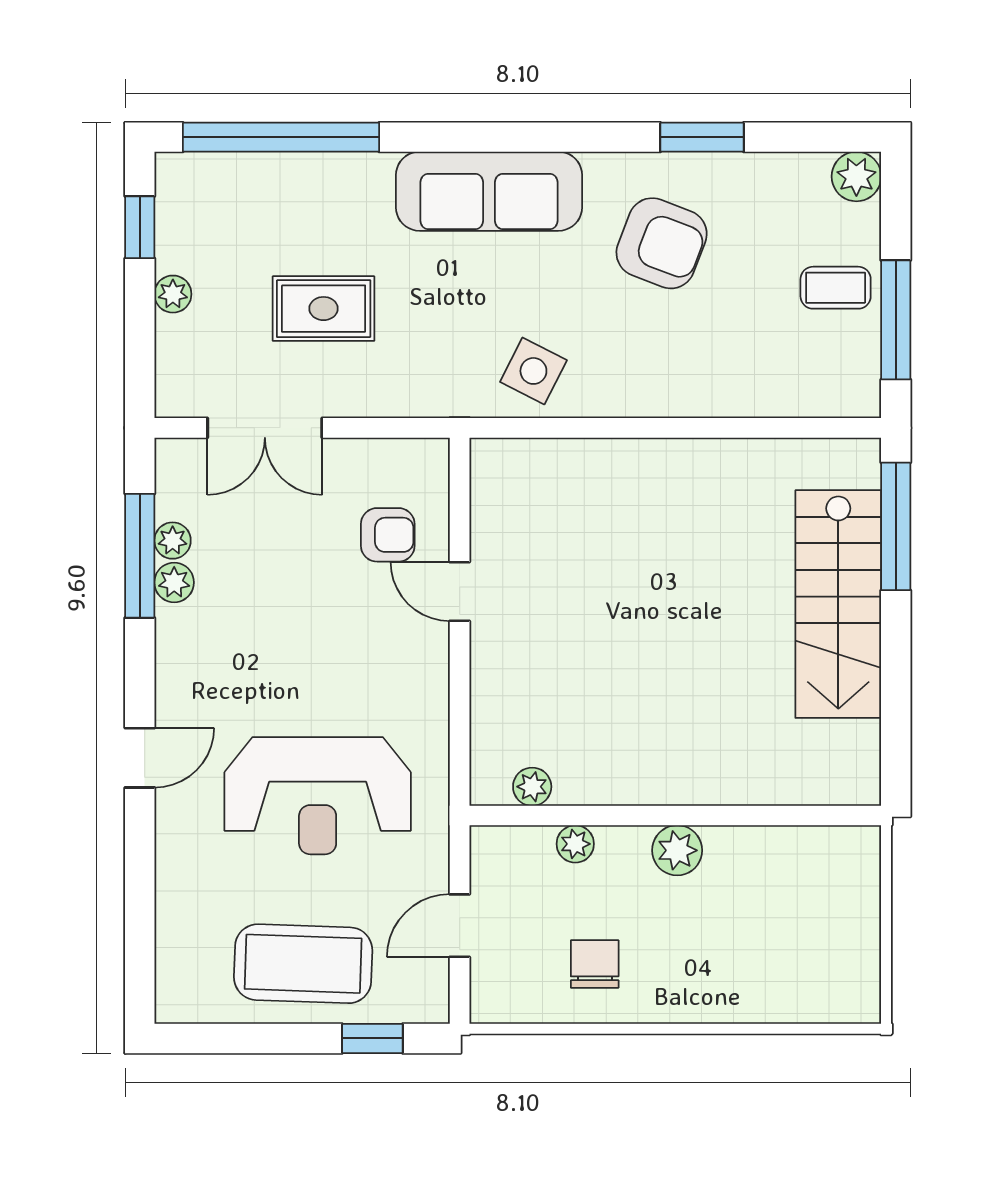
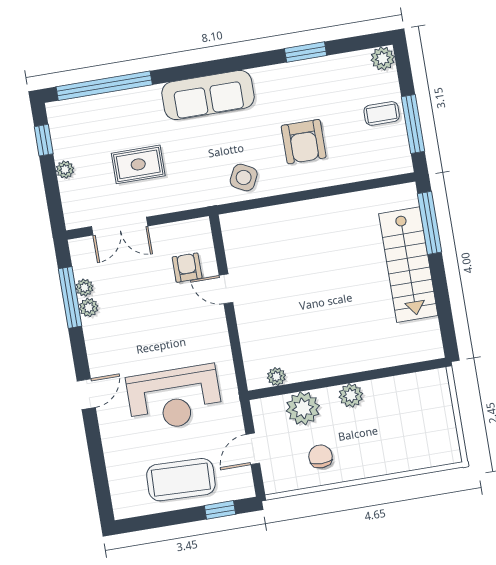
armchair: (662, 243) -> (304, 142), moved, turned 69
armchair: (388, 535) -> (187, 268), turned -90
plant: (575, 844) -> (303, 408), width x1.87, depth x1.87

